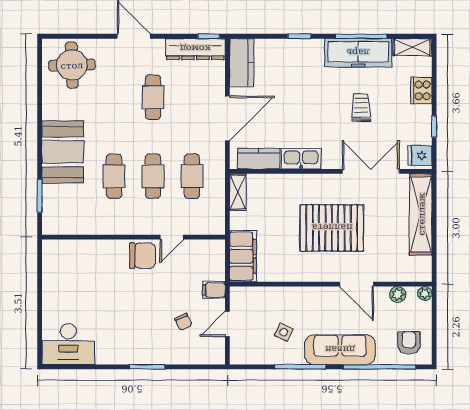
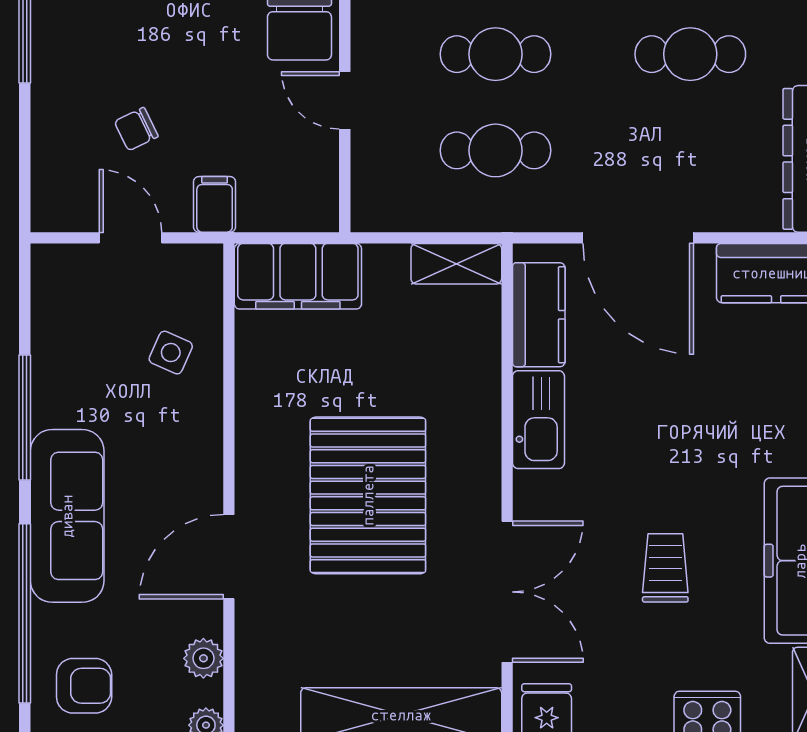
trolley: (361, 107) -> (665, 568), turned -90
side table: (284, 332) -> (171, 353), moved

